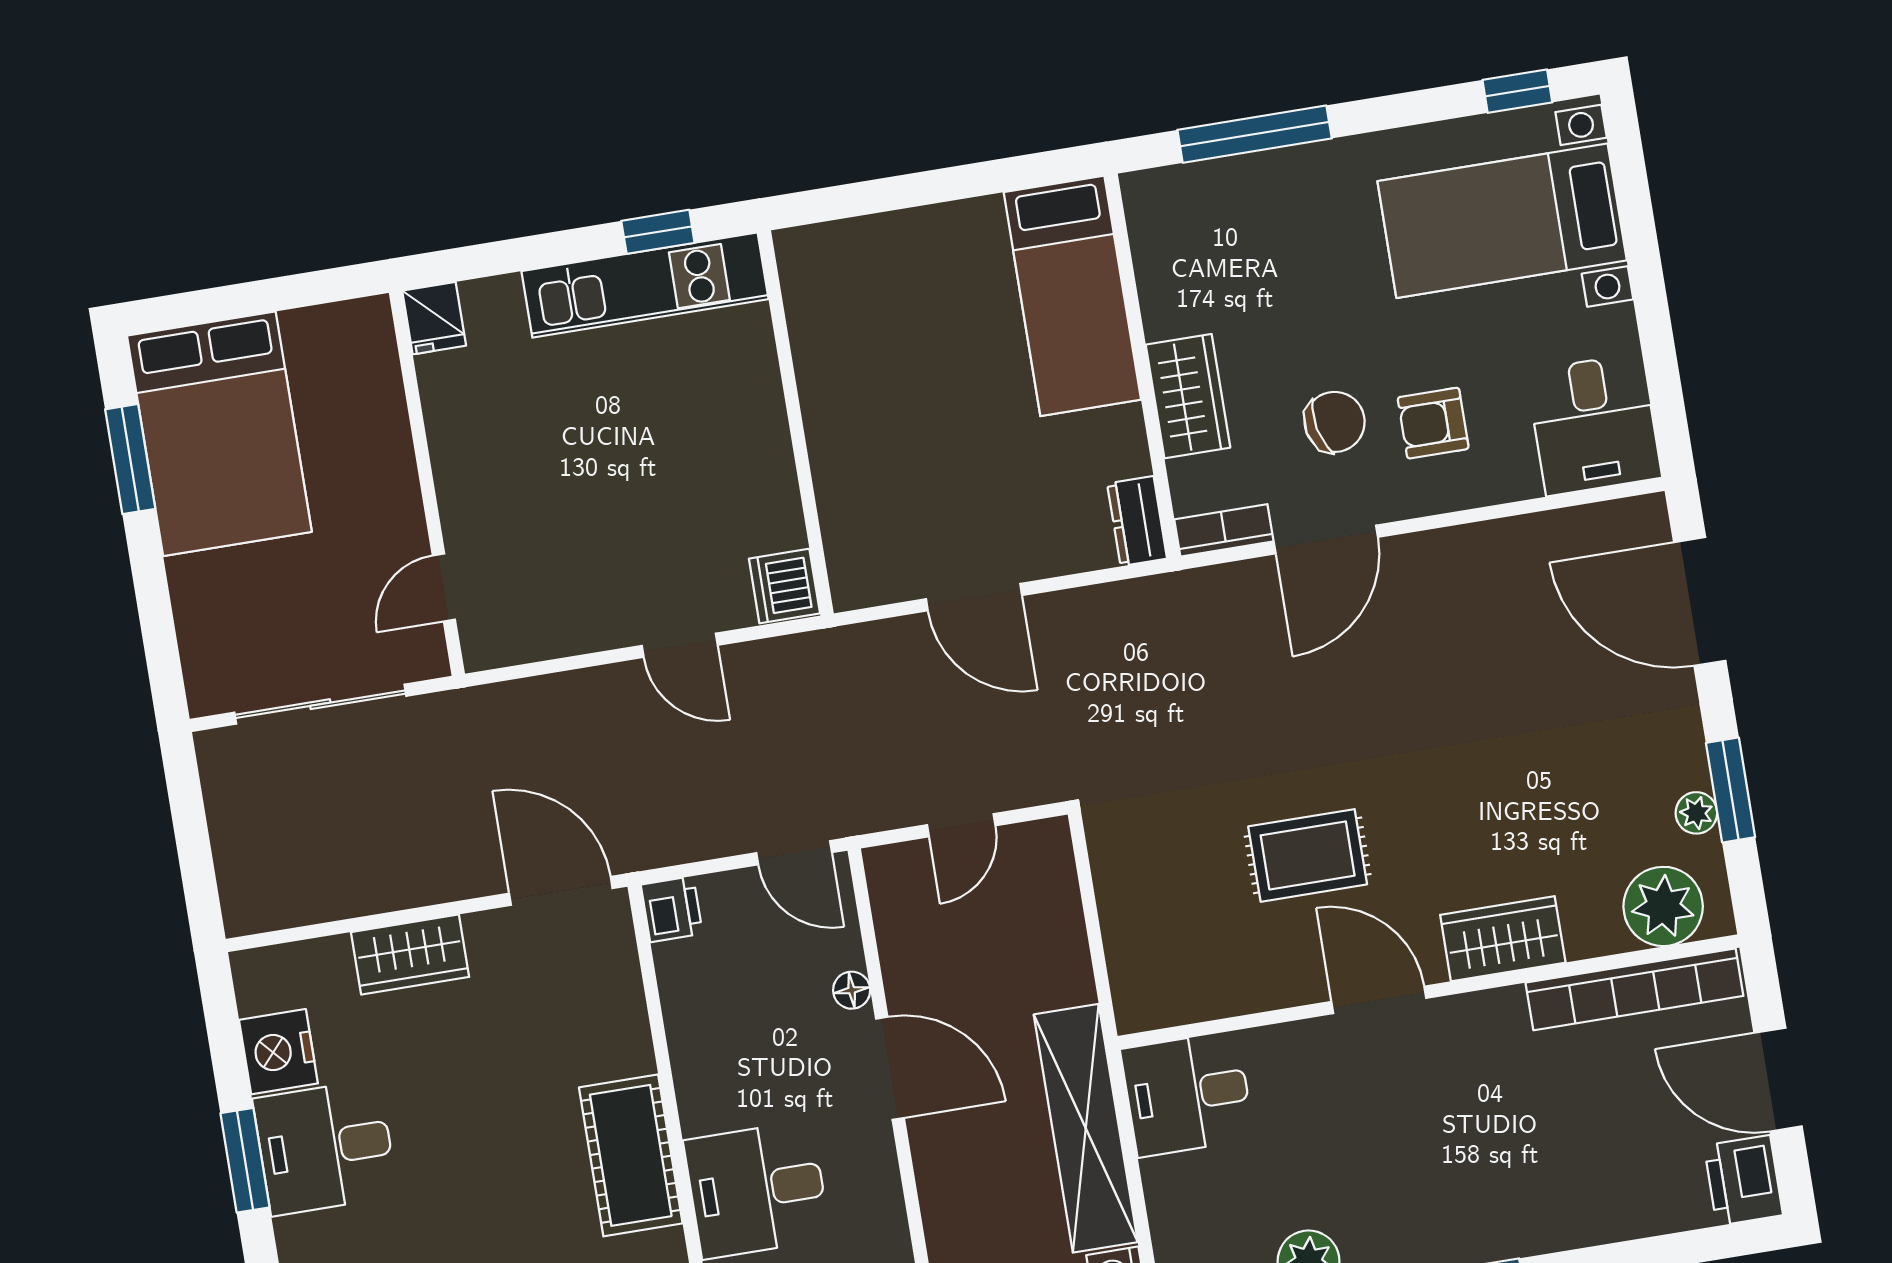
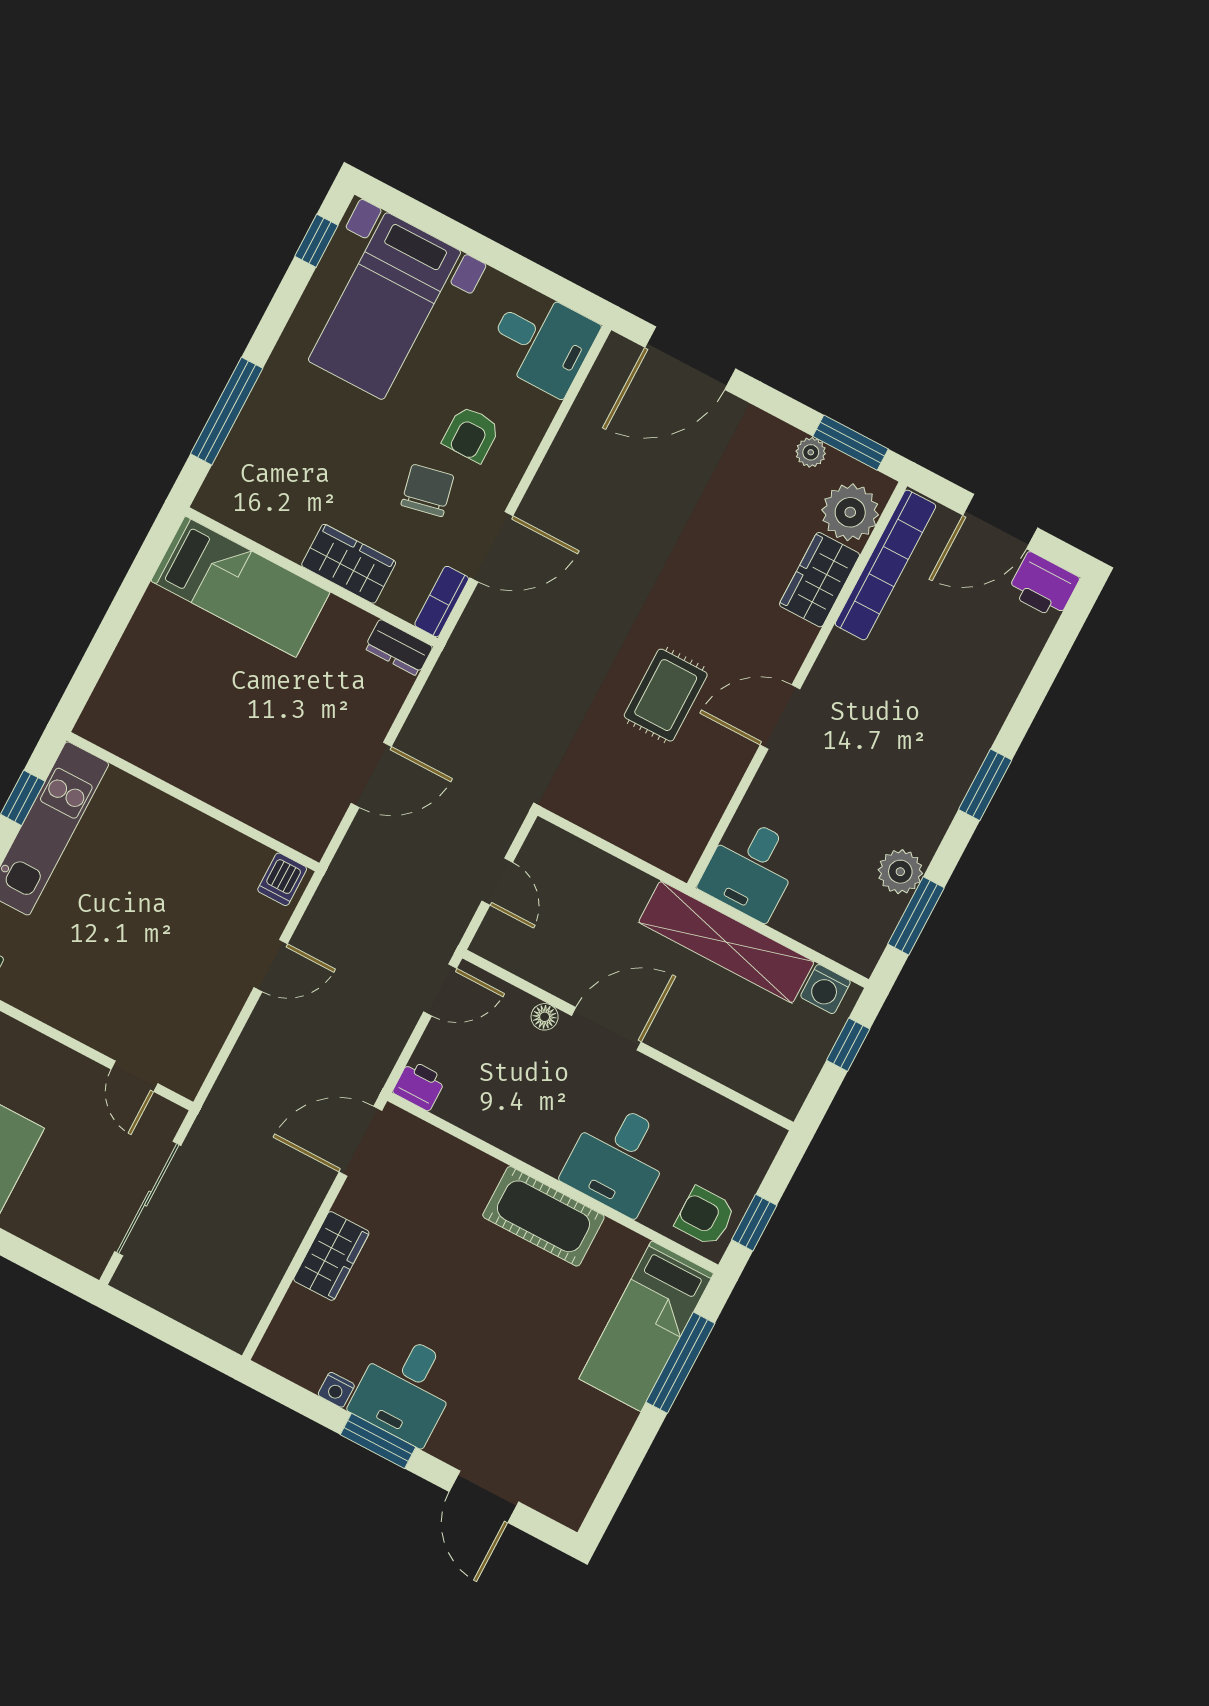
door: (1326, 540) -> (491, 547), hinge flipped
dishwasher: (784, 586) -> (282, 879), width x0.73
window: (1731, 790) -> (850, 443), moved
wardrobe: (1503, 939) -> (820, 580), moved
nightstand: (278, 1052) -> (336, 1390), width x0.53, depth x0.56

